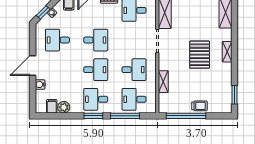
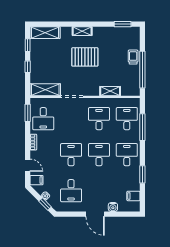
desk: (96, 99) -> (127, 155), turned 180
desk: (134, 99) -> (127, 119), turned 180
plant: (64, 107) -> (134, 185), removed
window: (93, 116) -> (142, 174), moved

